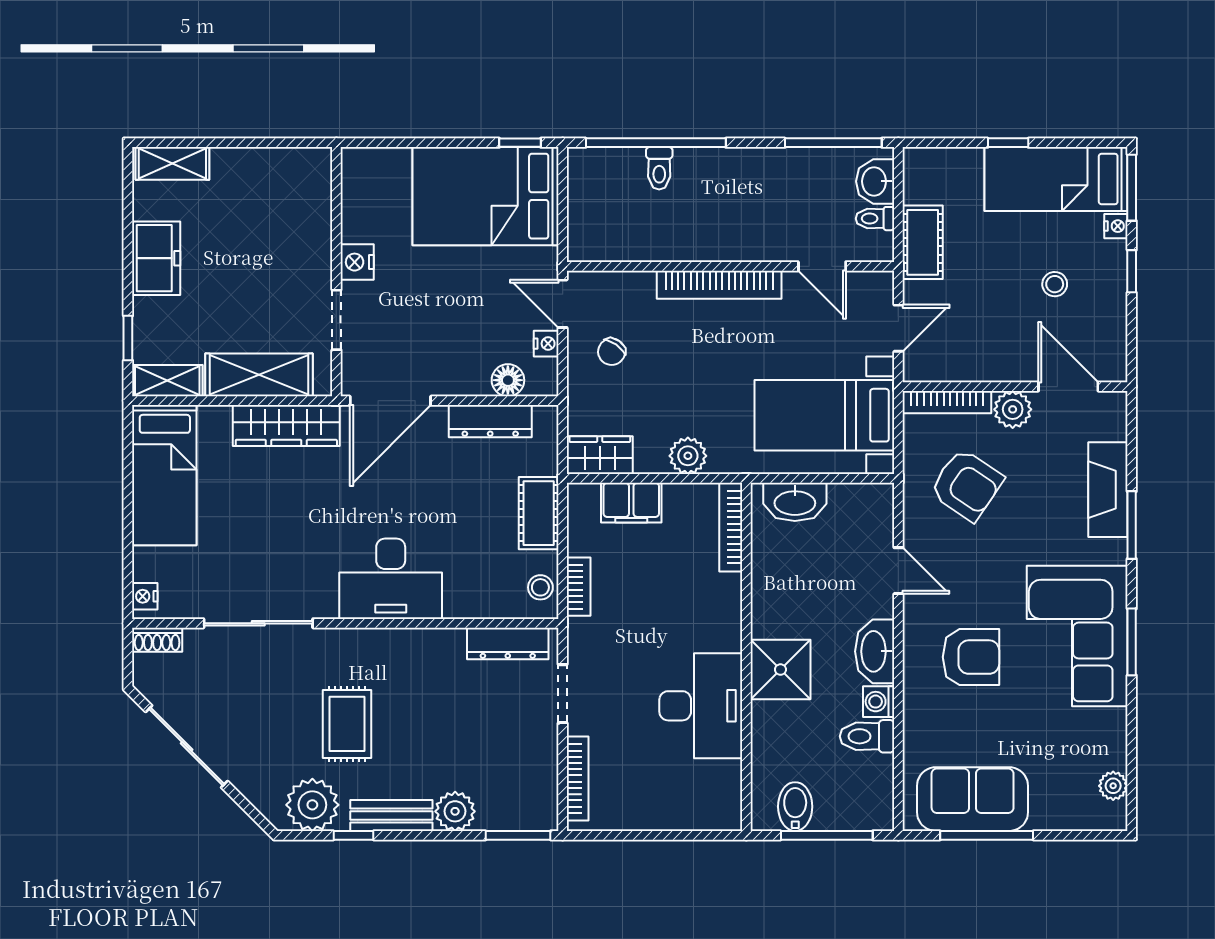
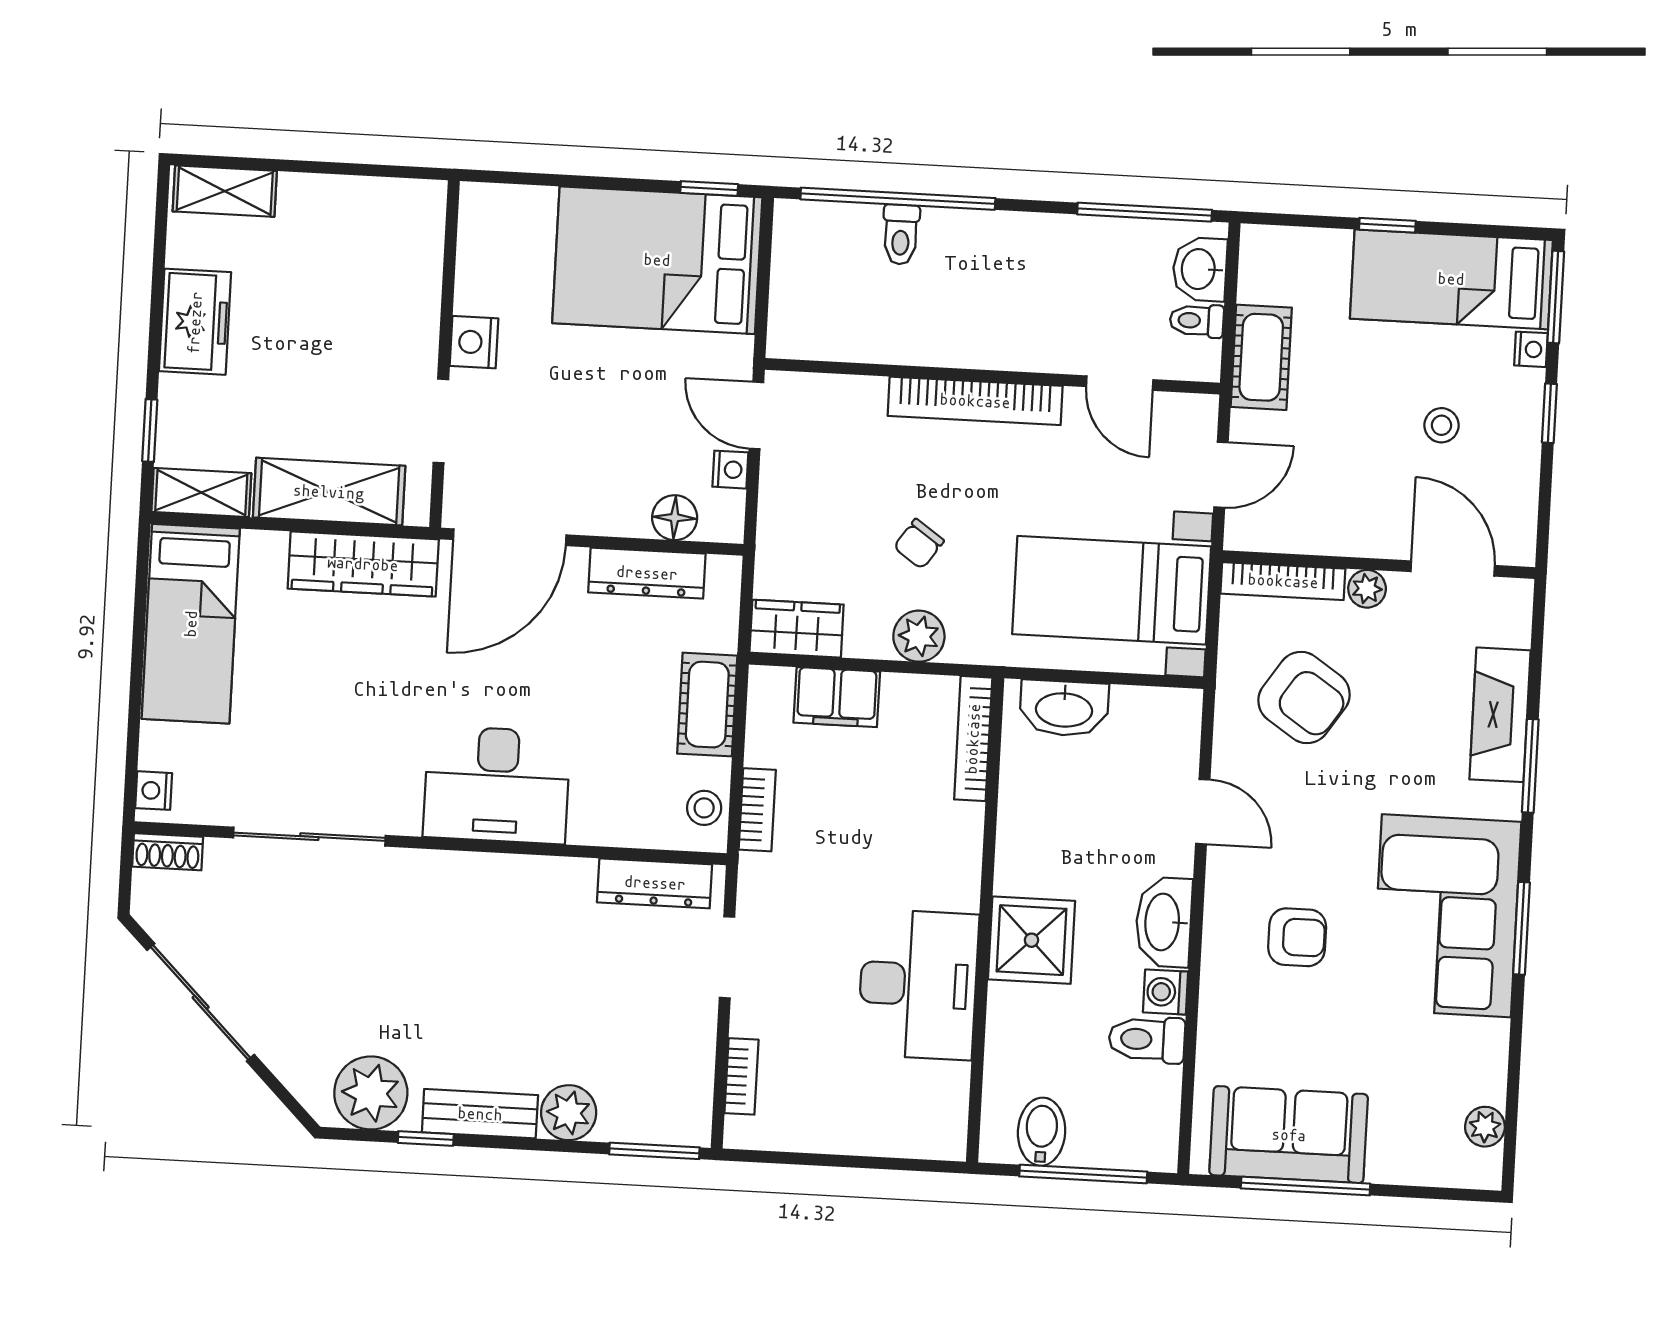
chair: (612, 352) -> (919, 544), moved
plant: (1013, 409) -> (1367, 589), width x0.73, depth x0.73
armchair: (971, 657) -> (1297, 937), width x0.72, depth x0.72
rug: (347, 724) -> (425, 983), removed
bookcase: (578, 779) -> (742, 1076), width x0.64

